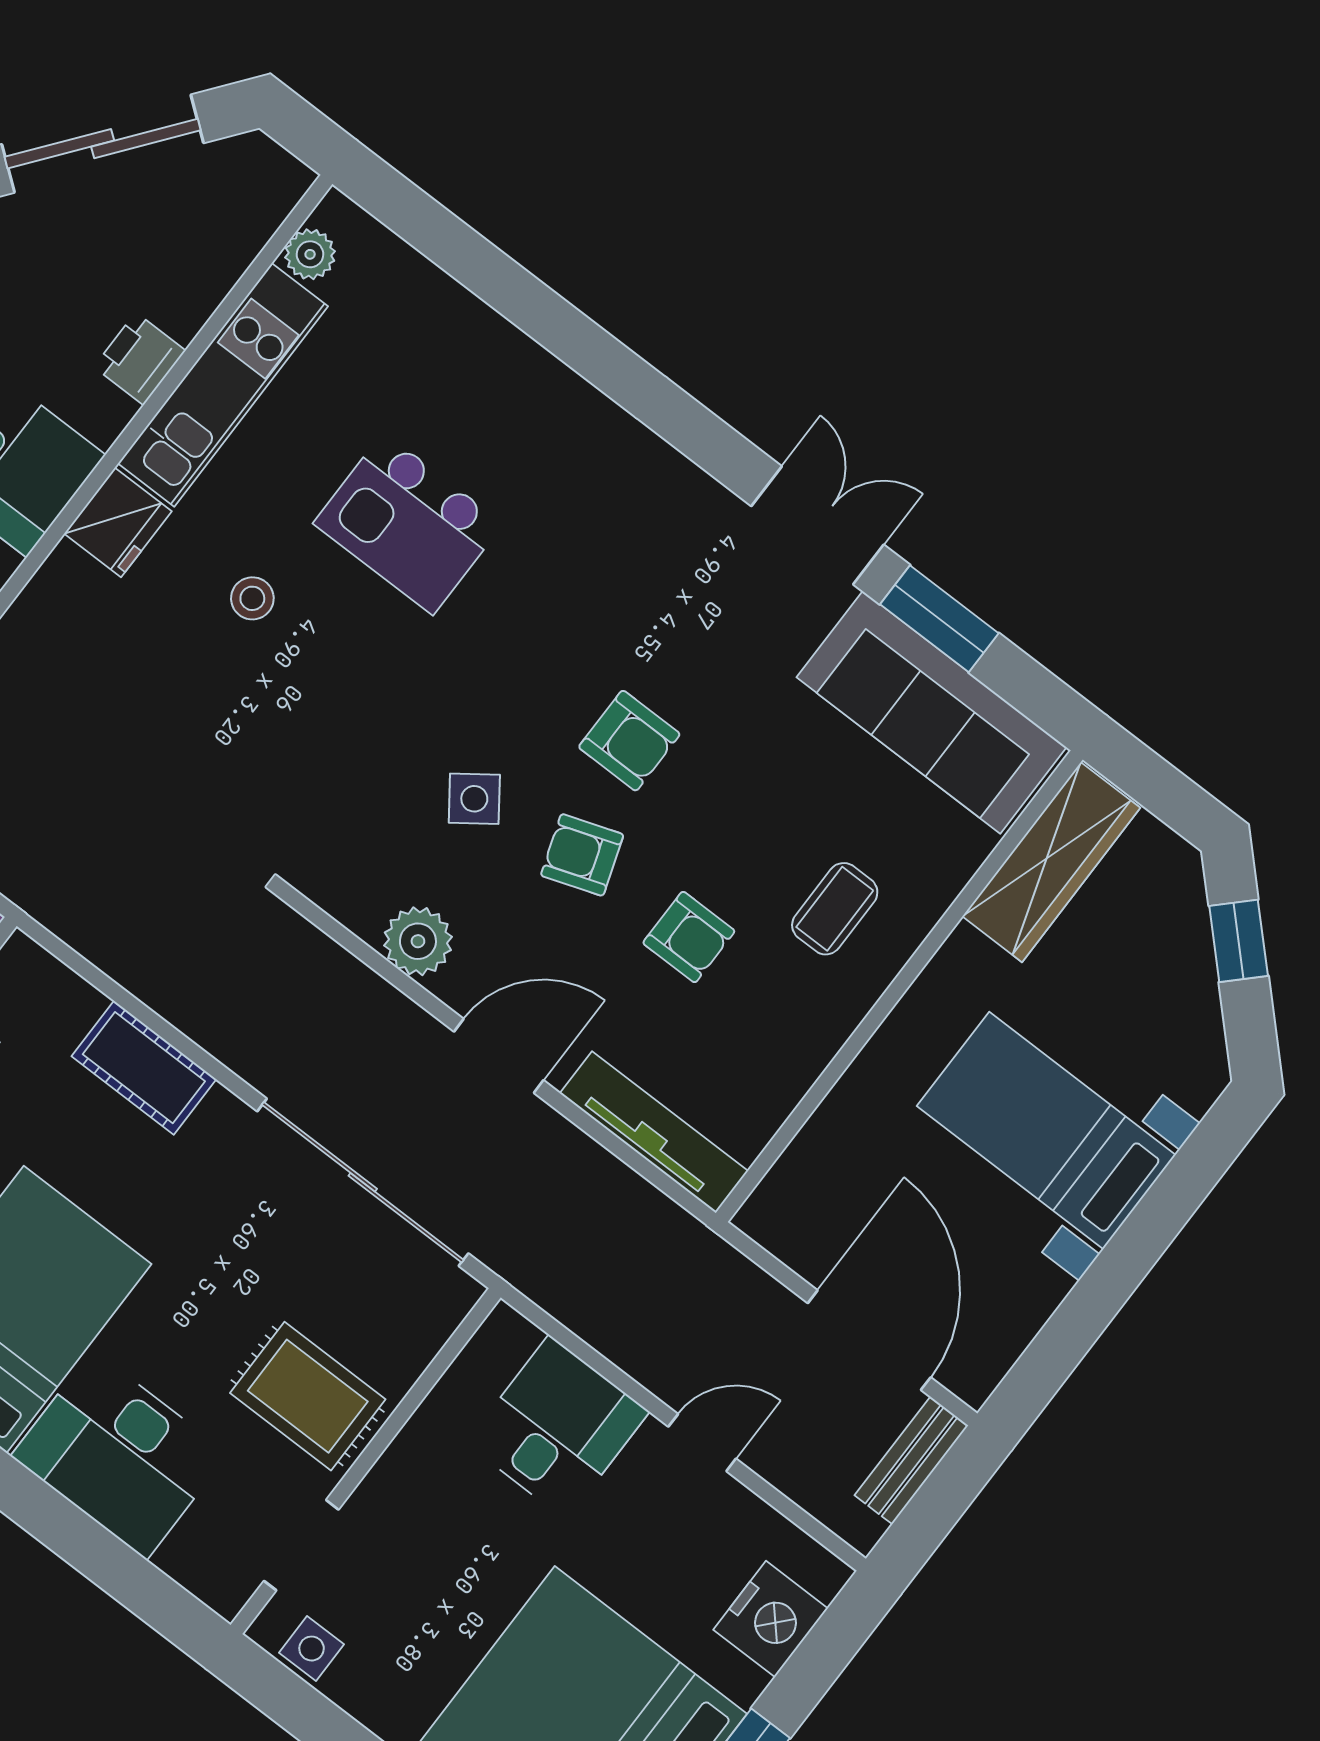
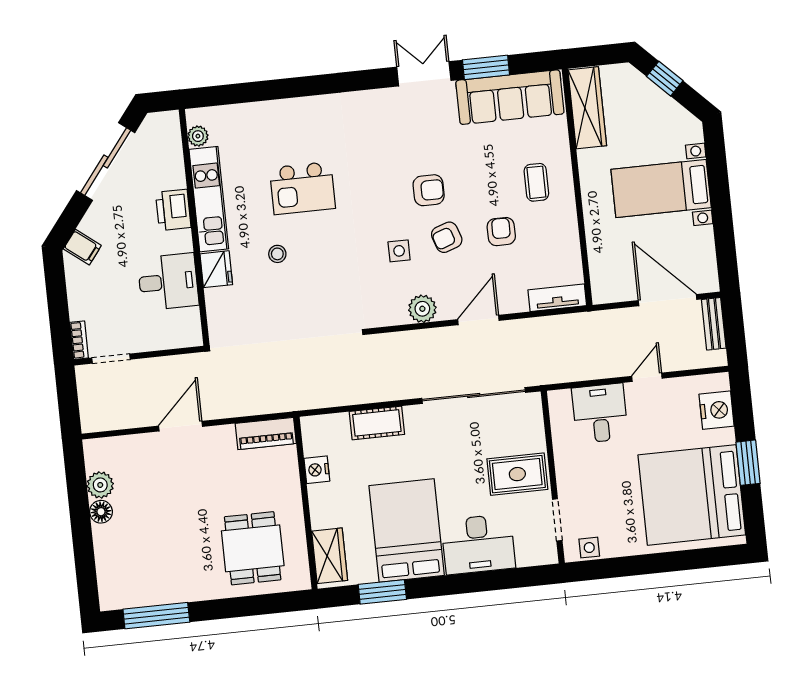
printer: (140, 359) -> (173, 210), width x1.36, depth x1.24
side table: (474, 799) -> (399, 251), turned 36
armchair: (689, 937) -> (501, 232), turned -90
tv unit: (654, 1132) -> (557, 298), width x0.71

